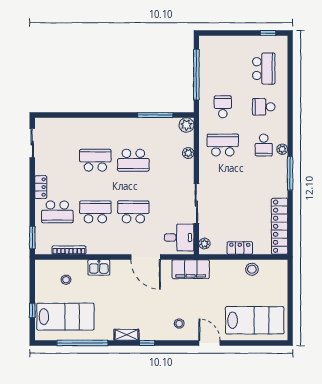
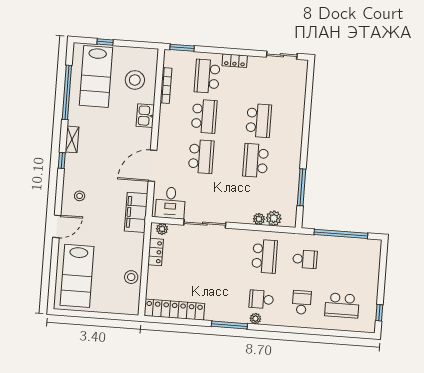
plant: (186, 125) -> (274, 218), moved
locker: (240, 248) -> (156, 252), moved
stool: (66, 280) -> (135, 80), width x1.89, depth x1.89

